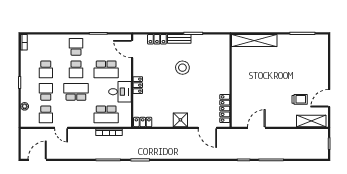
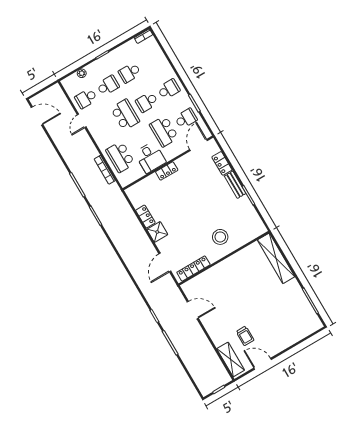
school desk: (106, 47) -> (186, 118), added
stool: (182, 68) -> (220, 237), moved
locker: (143, 122) -> (145, 217), moved

